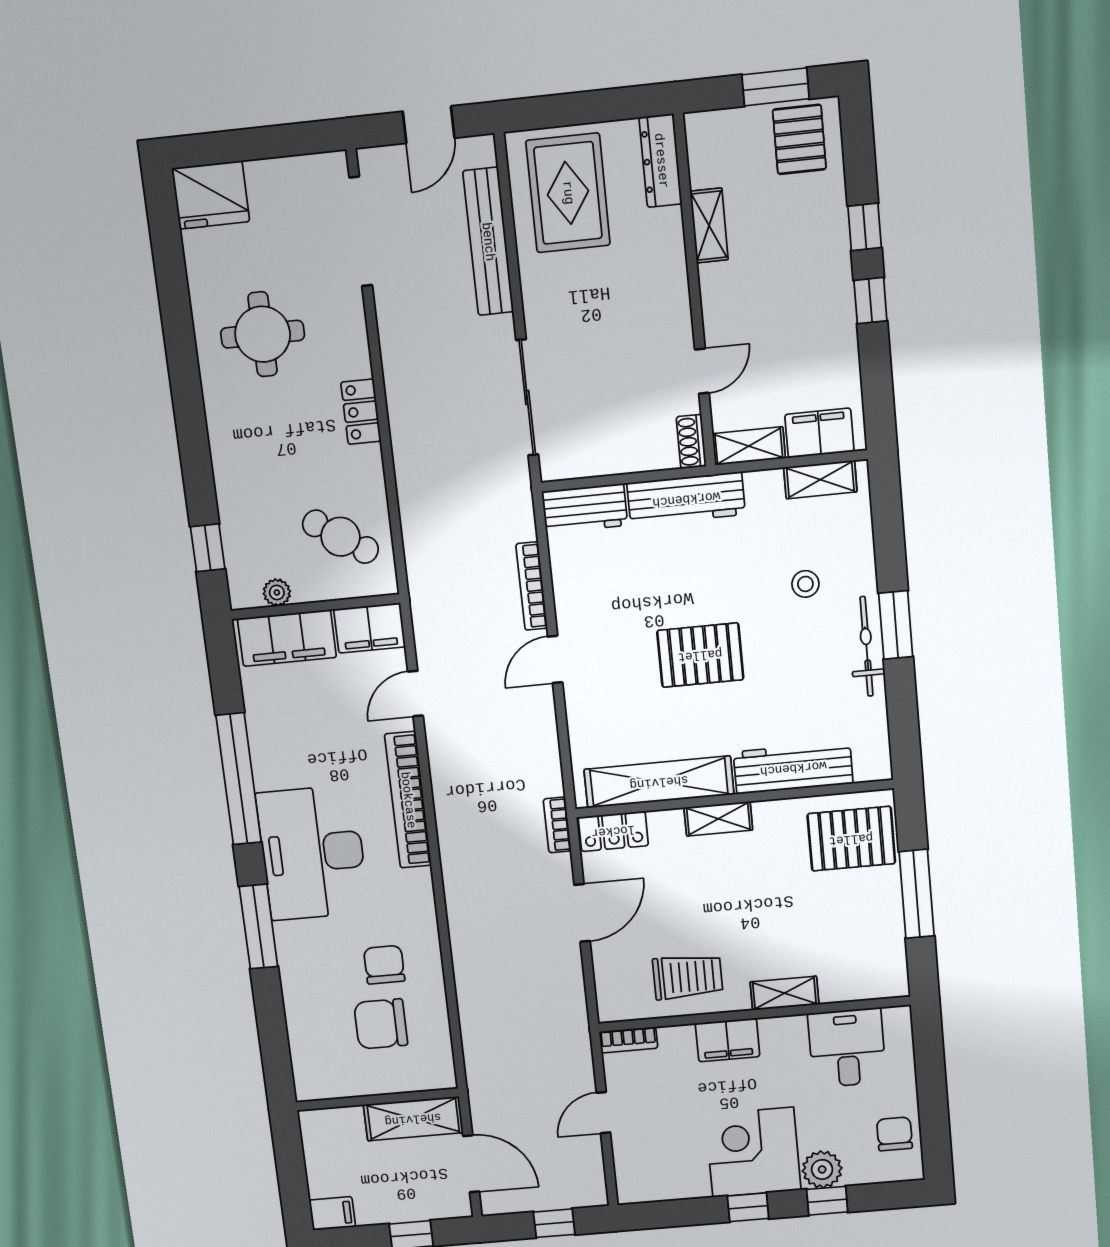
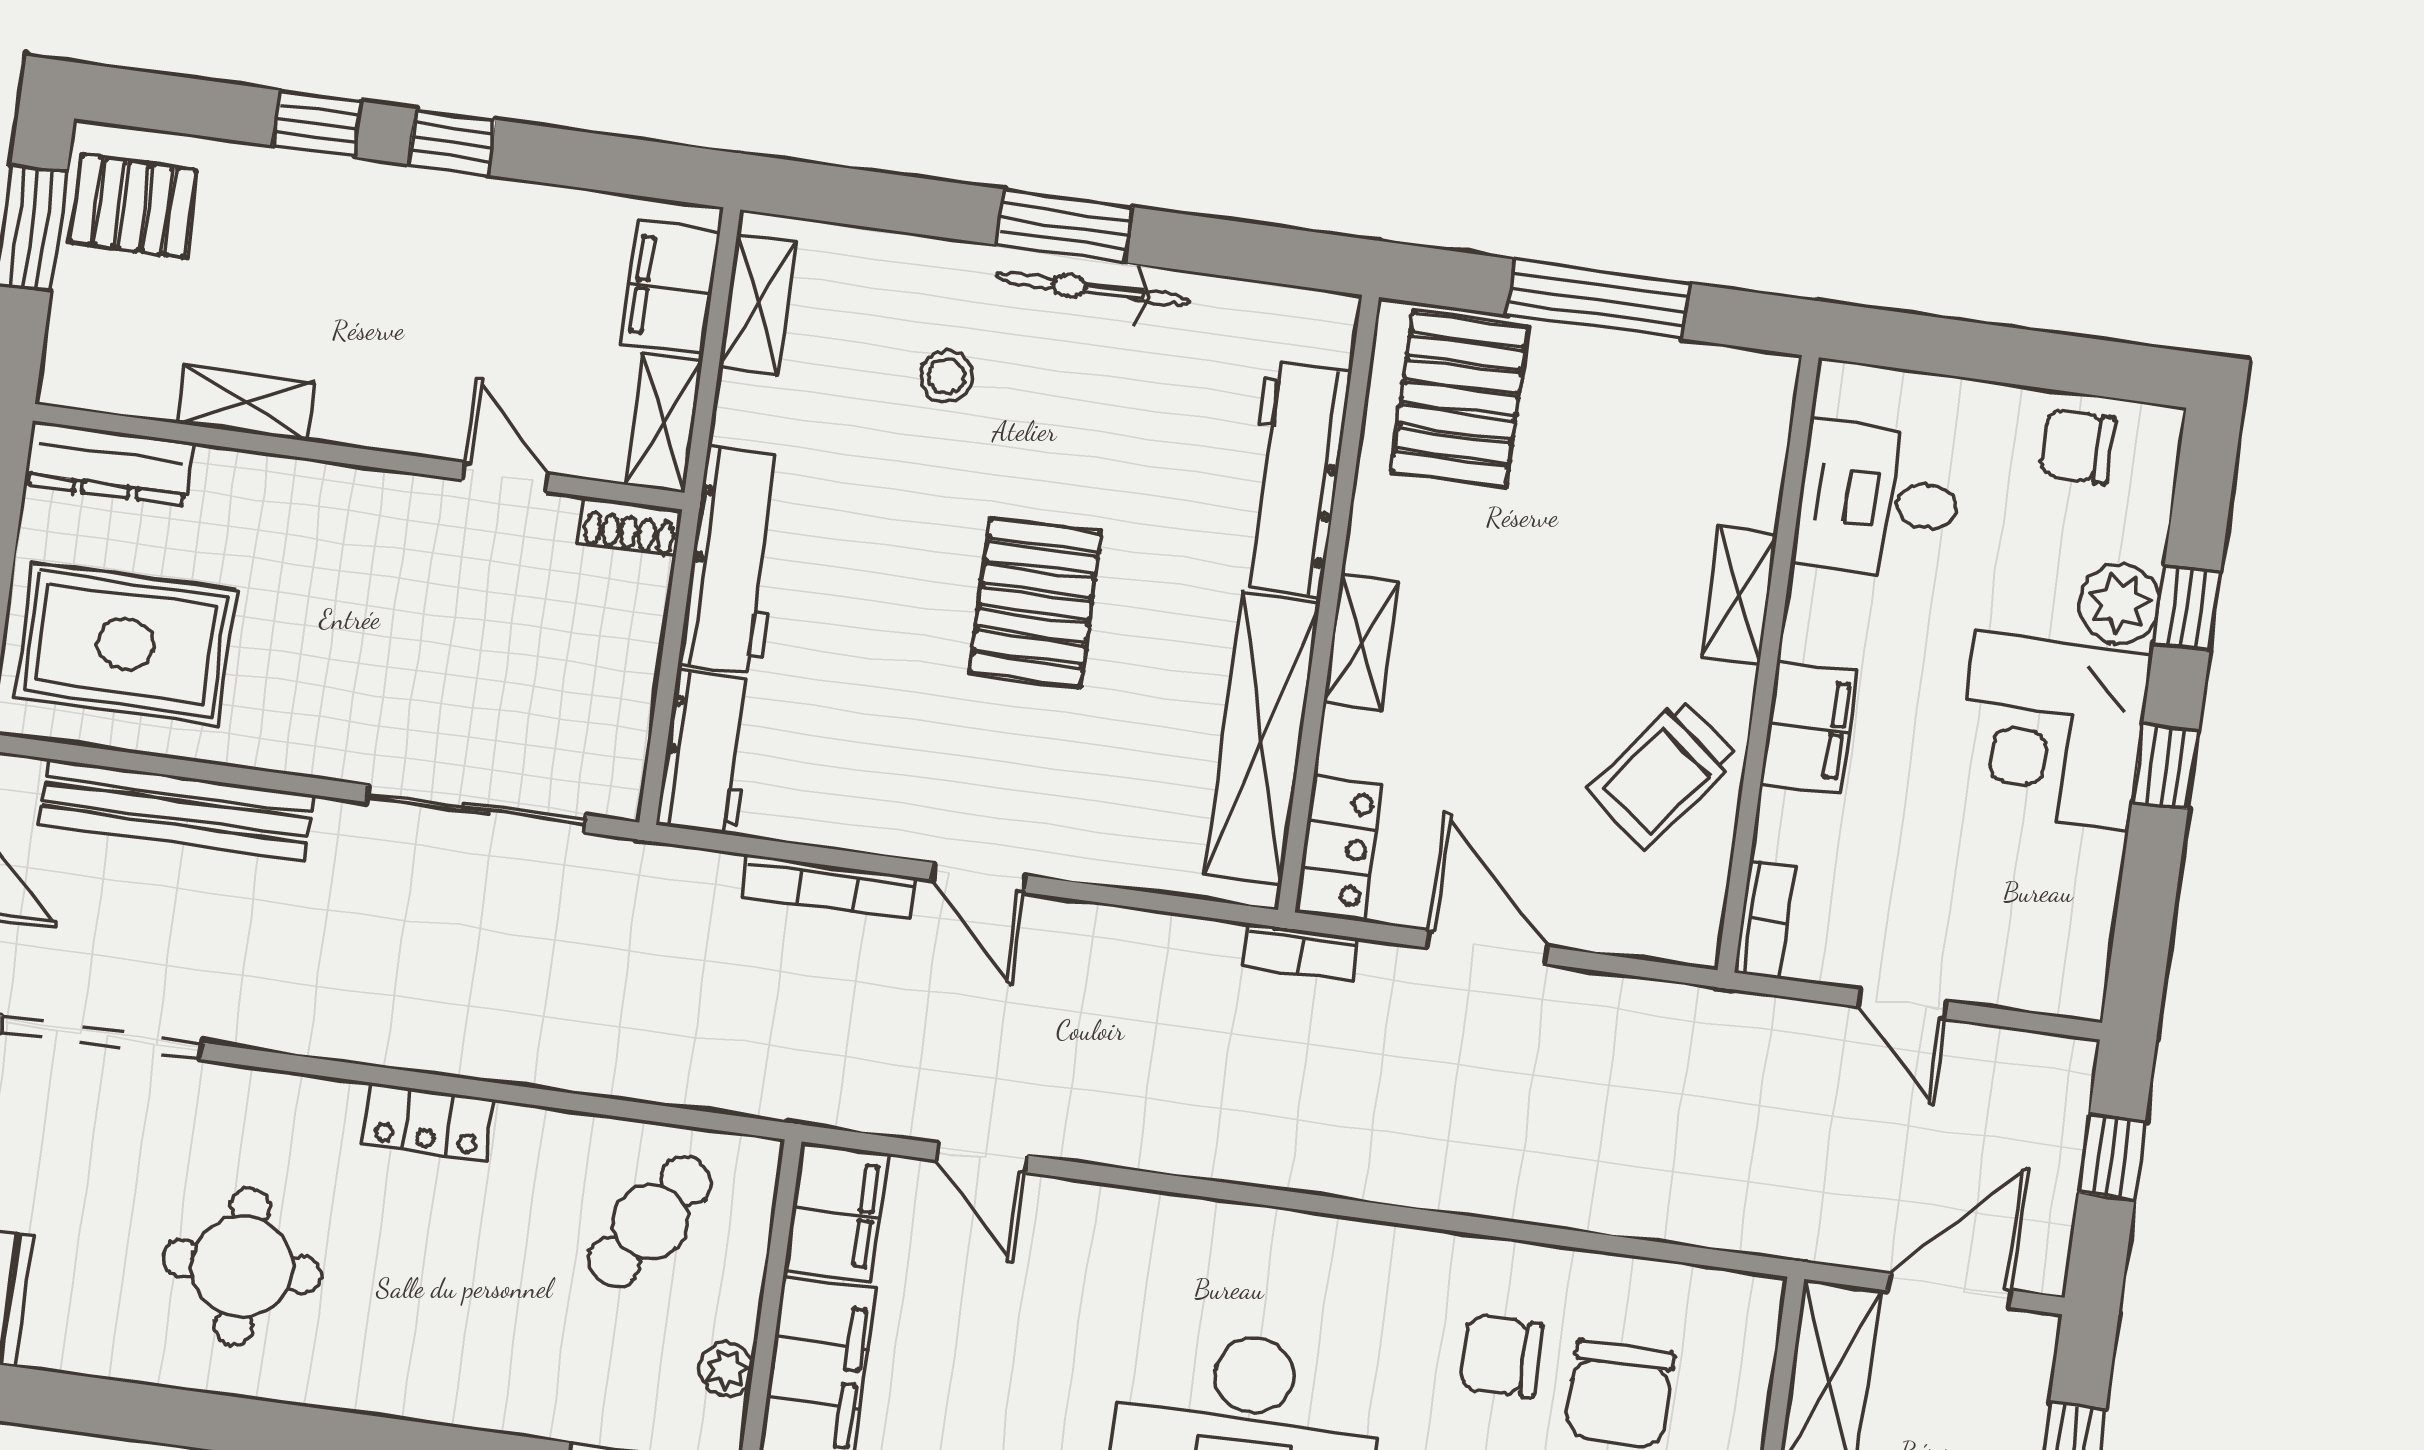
bookcase: (408, 800) -> (1185, 1225), removed
trolley: (688, 977) -> (1663, 774), turned -142

